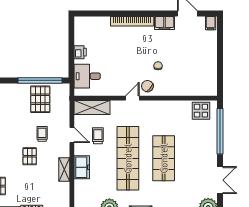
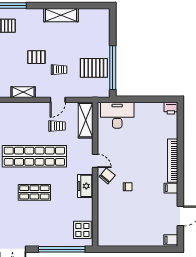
filing cabinet: (165, 23) -> (171, 188), width x0.50
printer: (80, 52) -> (171, 108), moved
desk: (87, 76) -> (117, 115), width x1.37
shop shelf: (164, 158) -> (34, 192), width x0.70, depth x0.74
freezer: (82, 167) -> (85, 186), moved, turned 90

